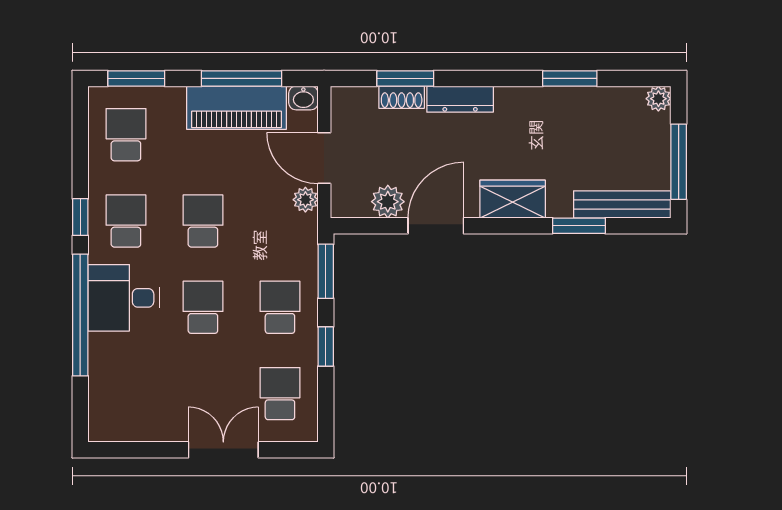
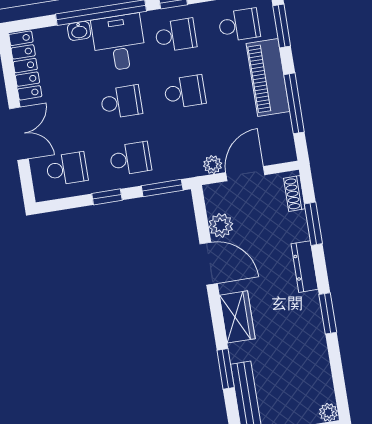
window: (570, 78) -> (328, 313), moved
shoe rack: (402, 97) -> (294, 194), moved
washbasin: (303, 98) -> (79, 31), moved, turned -90
piano: (237, 108) -> (268, 77), moved
locker: (134, 427) -> (25, 66), added

